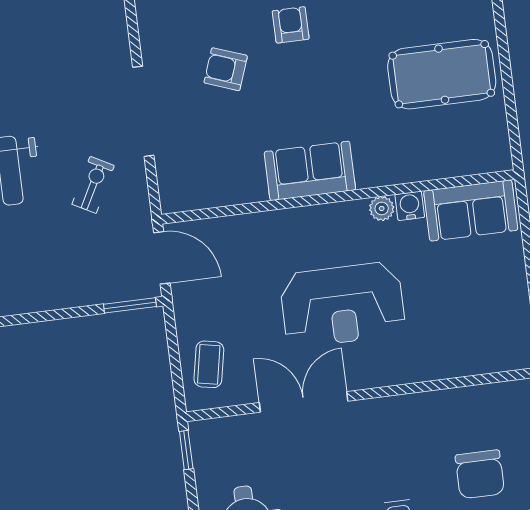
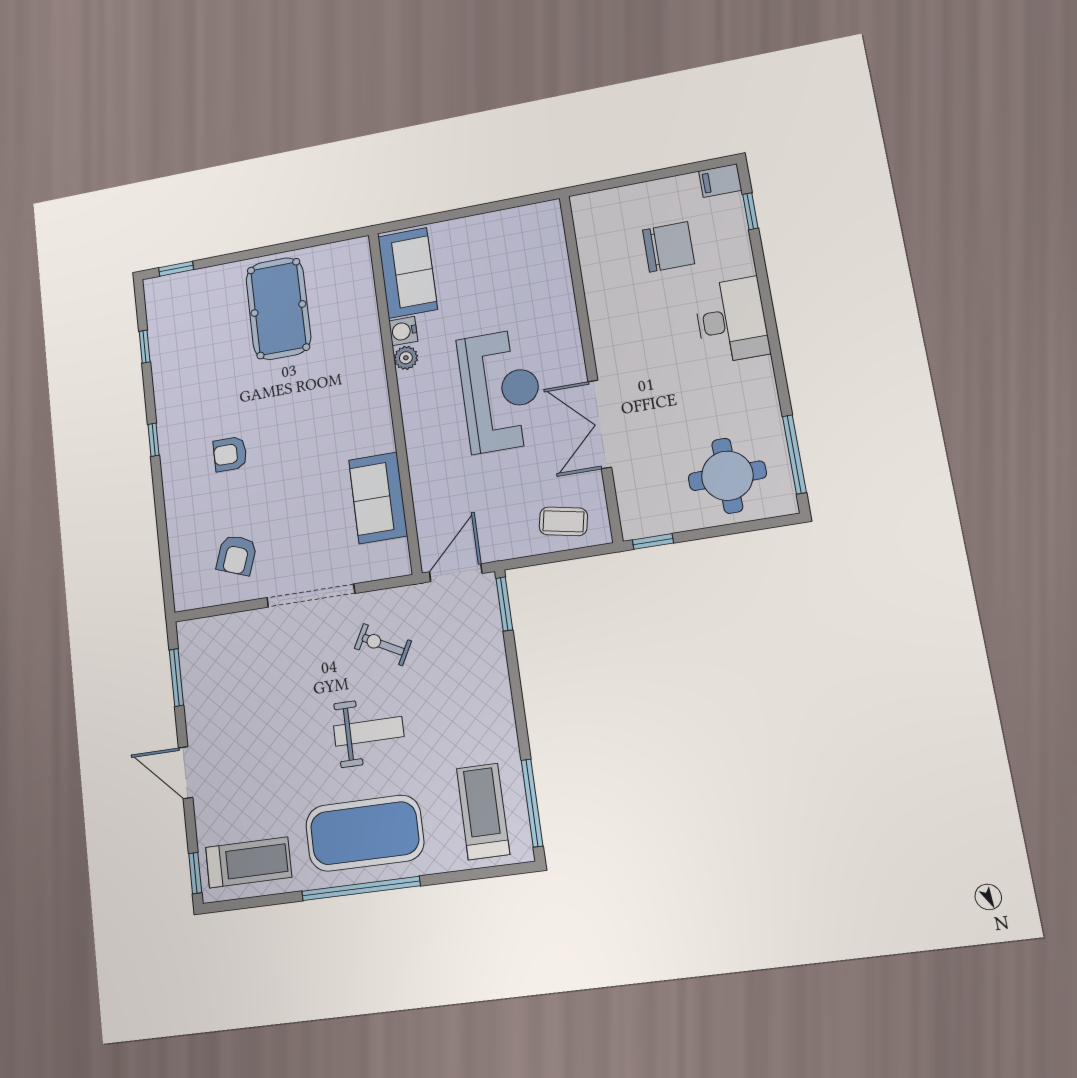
armchair: (226, 69) -> (237, 555), moved
sofa: (310, 171) -> (378, 498), moved

